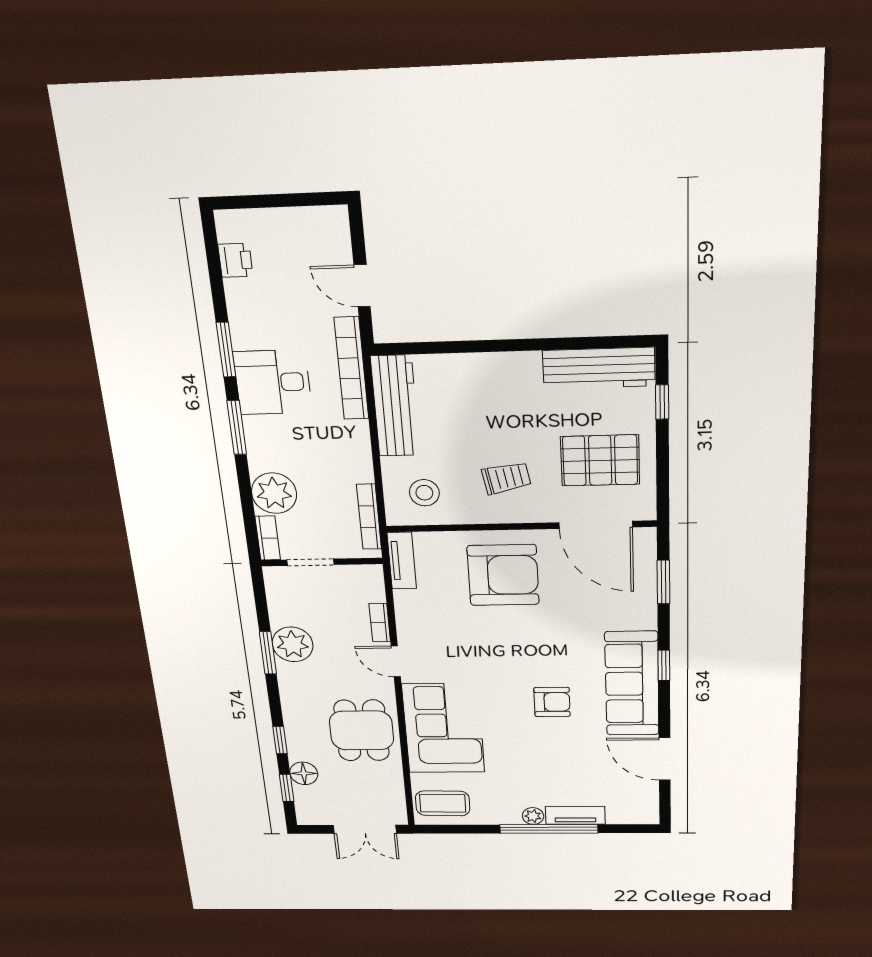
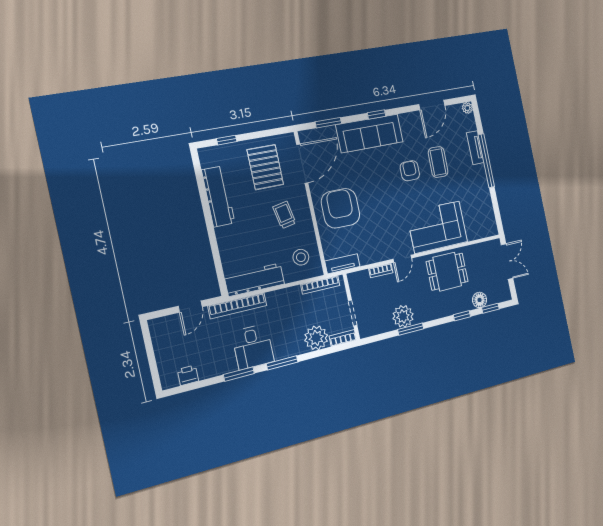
workbench: (599, 368) -> (218, 196), moved
sofa: (632, 684) -> (370, 133), moved
coffee table: (443, 803) -> (438, 162), moved
plant: (533, 816) -> (467, 108), moved

